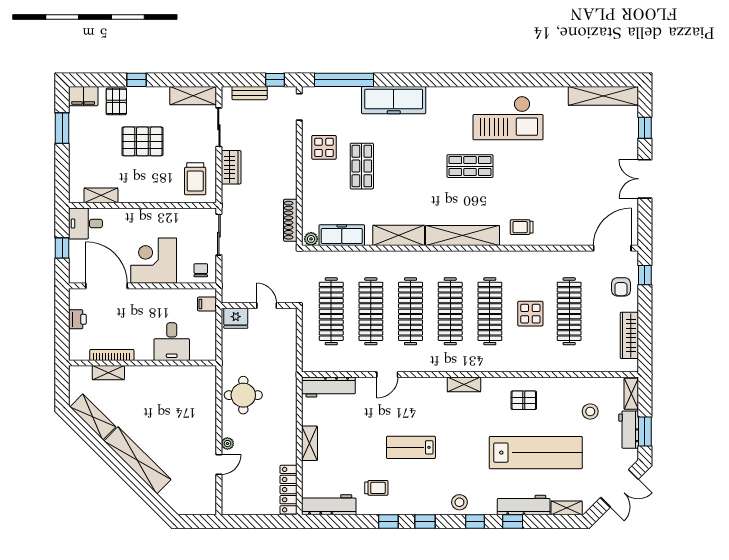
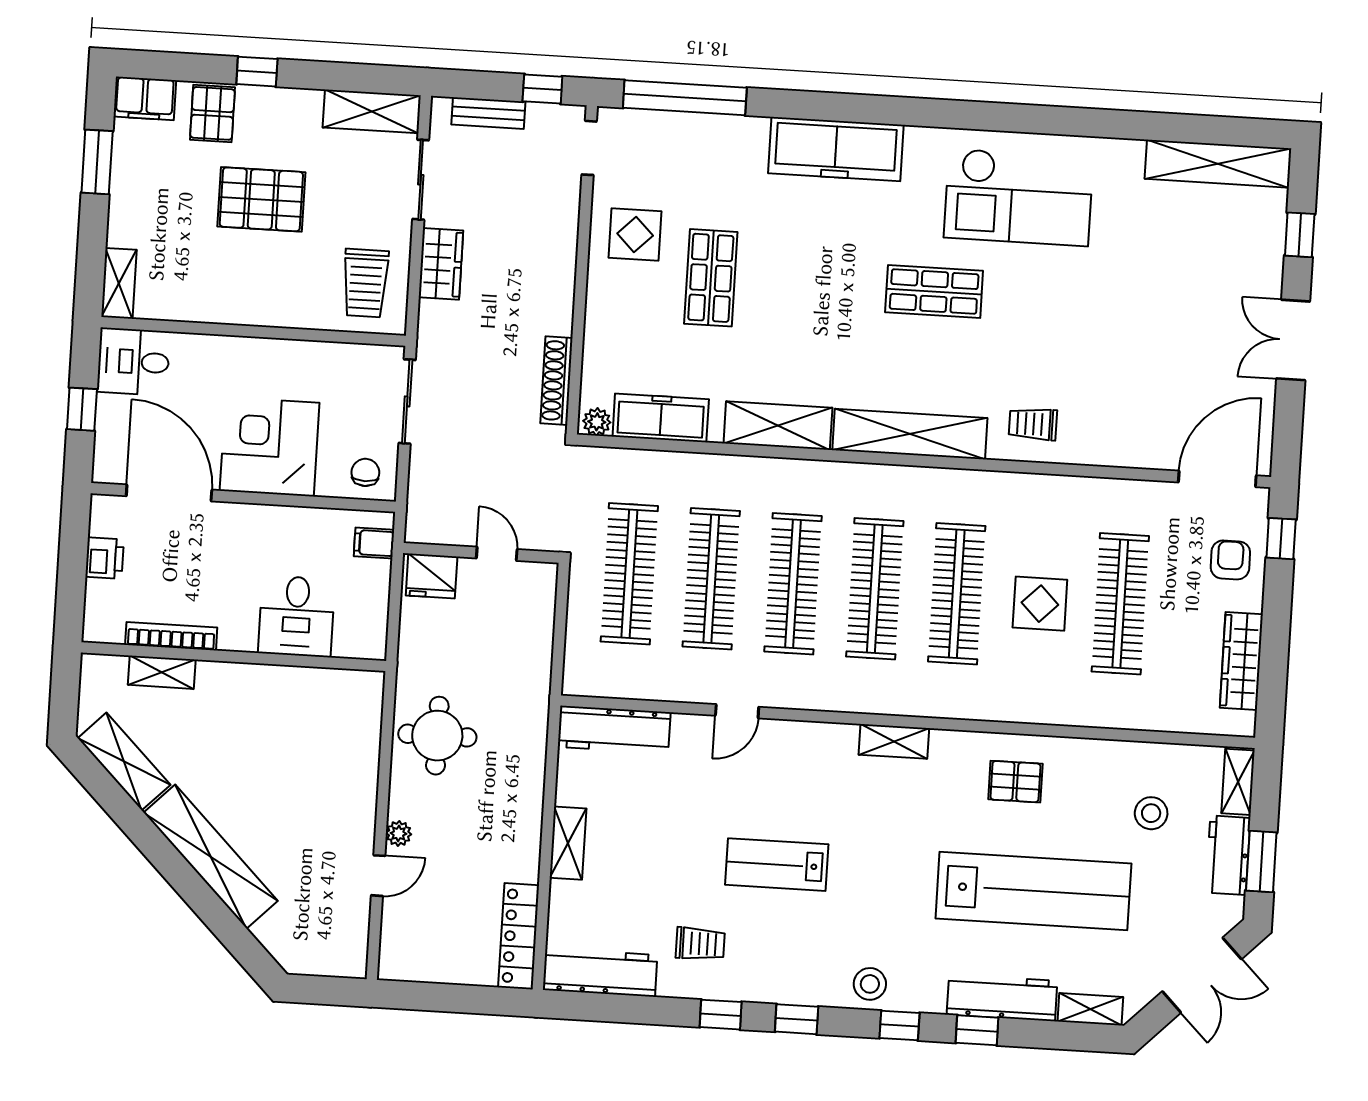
freezer: (394, 100) -> (836, 149), moved
shelving: (101, 195) -> (119, 283), moved, turned 90
armchair: (621, 287) -> (1230, 560), turned 180

